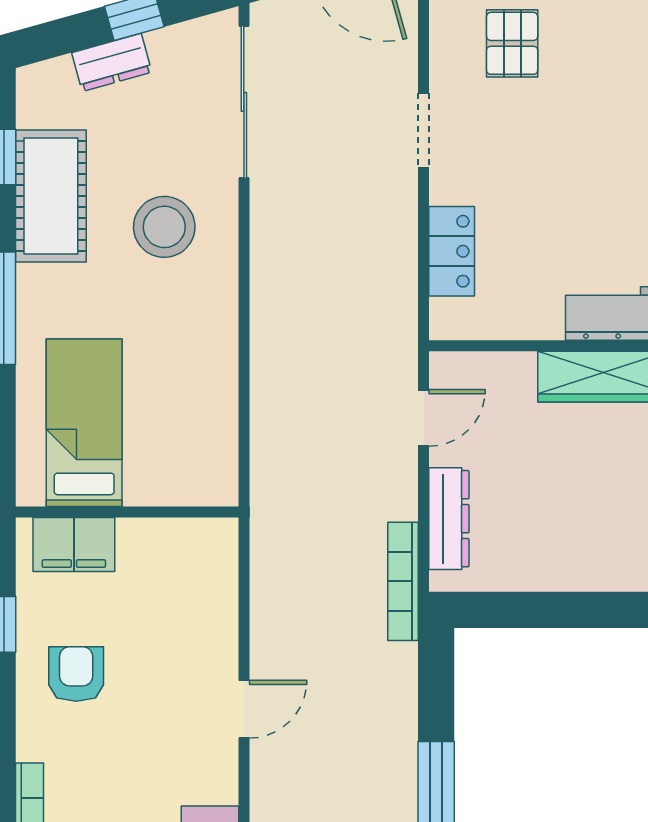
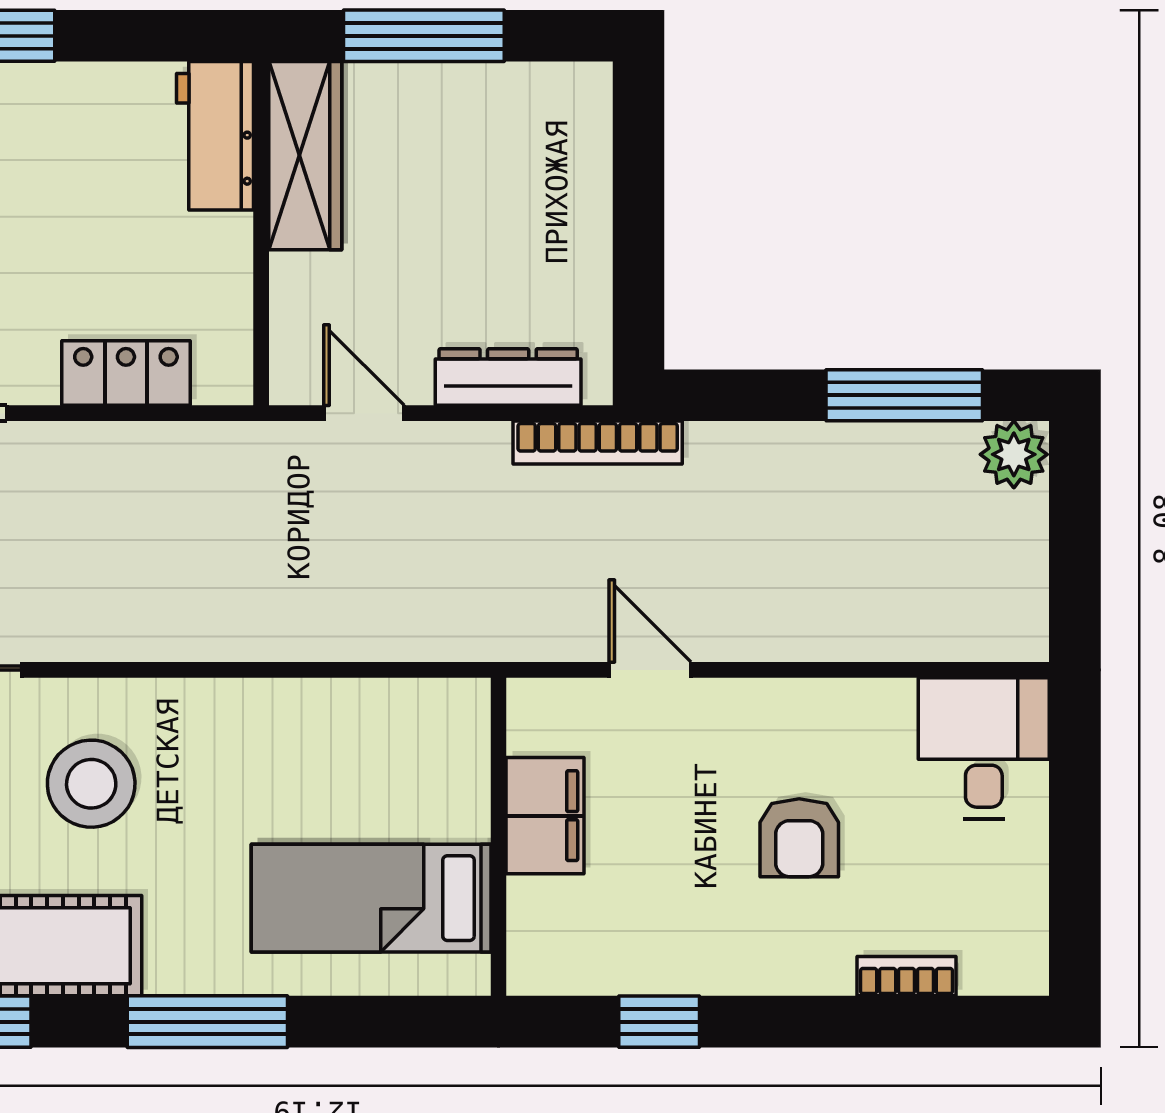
filing cabinet: (74, 545) -> (545, 816), moved
armchair: (76, 674) -> (799, 838), moved, turned -90
door: (244, 709) -> (650, 670), moved

